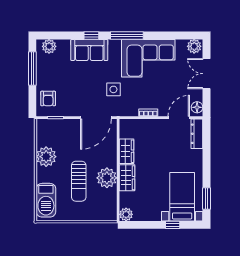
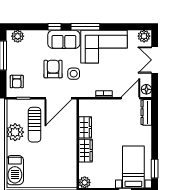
sofa: (89, 50) -> (64, 39), moved
armchair: (90, 84) -> (53, 69), added
plant: (107, 178) -> (68, 151), removed
sun lounger: (79, 181) -> (35, 125), moved

